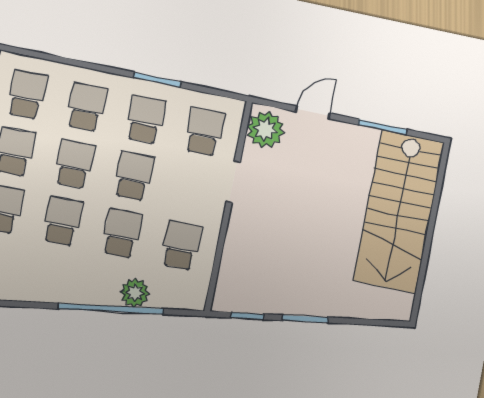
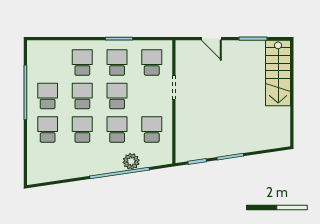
school desk: (27, 95) -> (48, 62), removed
door: (313, 112) -> (211, 39), swing flipped
plant: (266, 130) -> (186, 54), removed
stairs: (399, 211) -> (278, 73), width x0.73, depth x0.66

